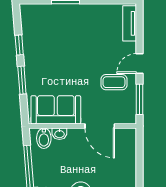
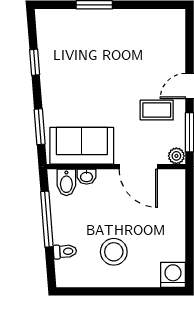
tv unit: (130, 23) -> (177, 34), removed
window: (22, 80) -> (40, 127), moved
plant: (129, 118) -> (176, 156), added

